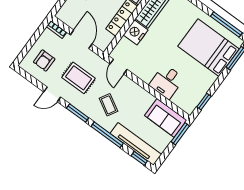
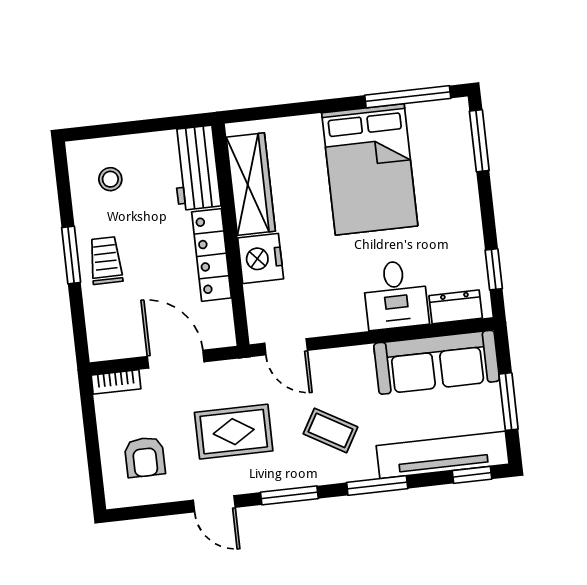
bed: (208, 48) -> (370, 169), moved, turned -90
door: (52, 94) -> (214, 504), hinge flipped
dresser: (182, 102) -> (456, 307), added
sofa: (166, 118) -> (437, 362), width x1.36
window: (180, 134) -> (509, 402), moved
window: (107, 135) -> (377, 485), width x0.69

